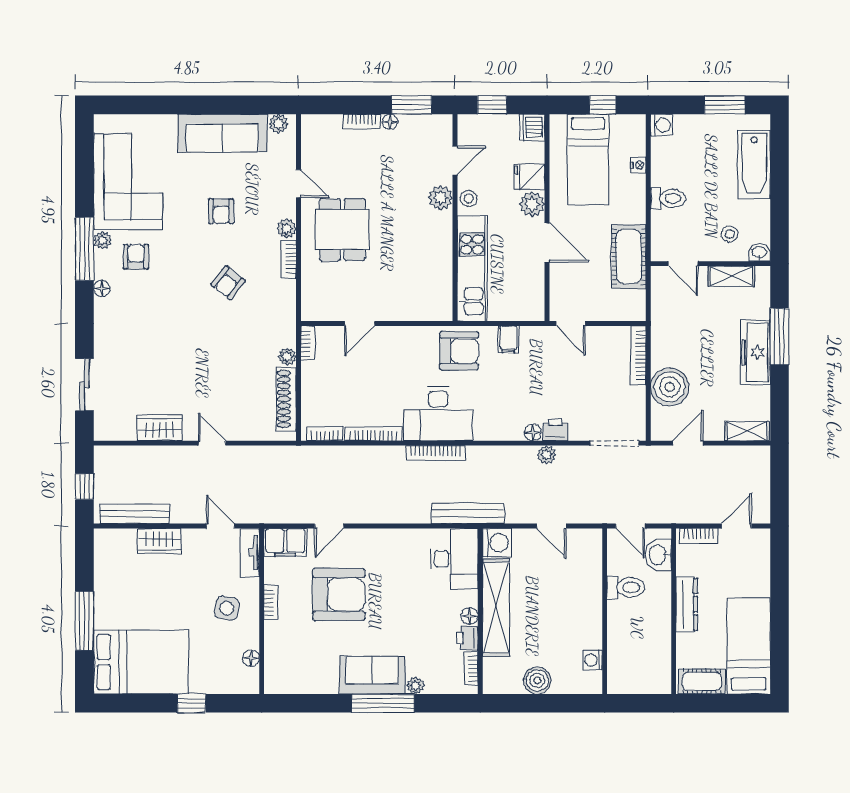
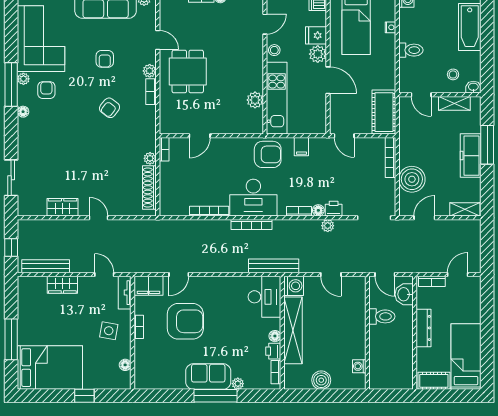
plant: (441, 198) -> (255, 100), moved
cot: (629, 257) -> (384, 112), moved
bookcase: (325, 434) -> (299, 211), moved

